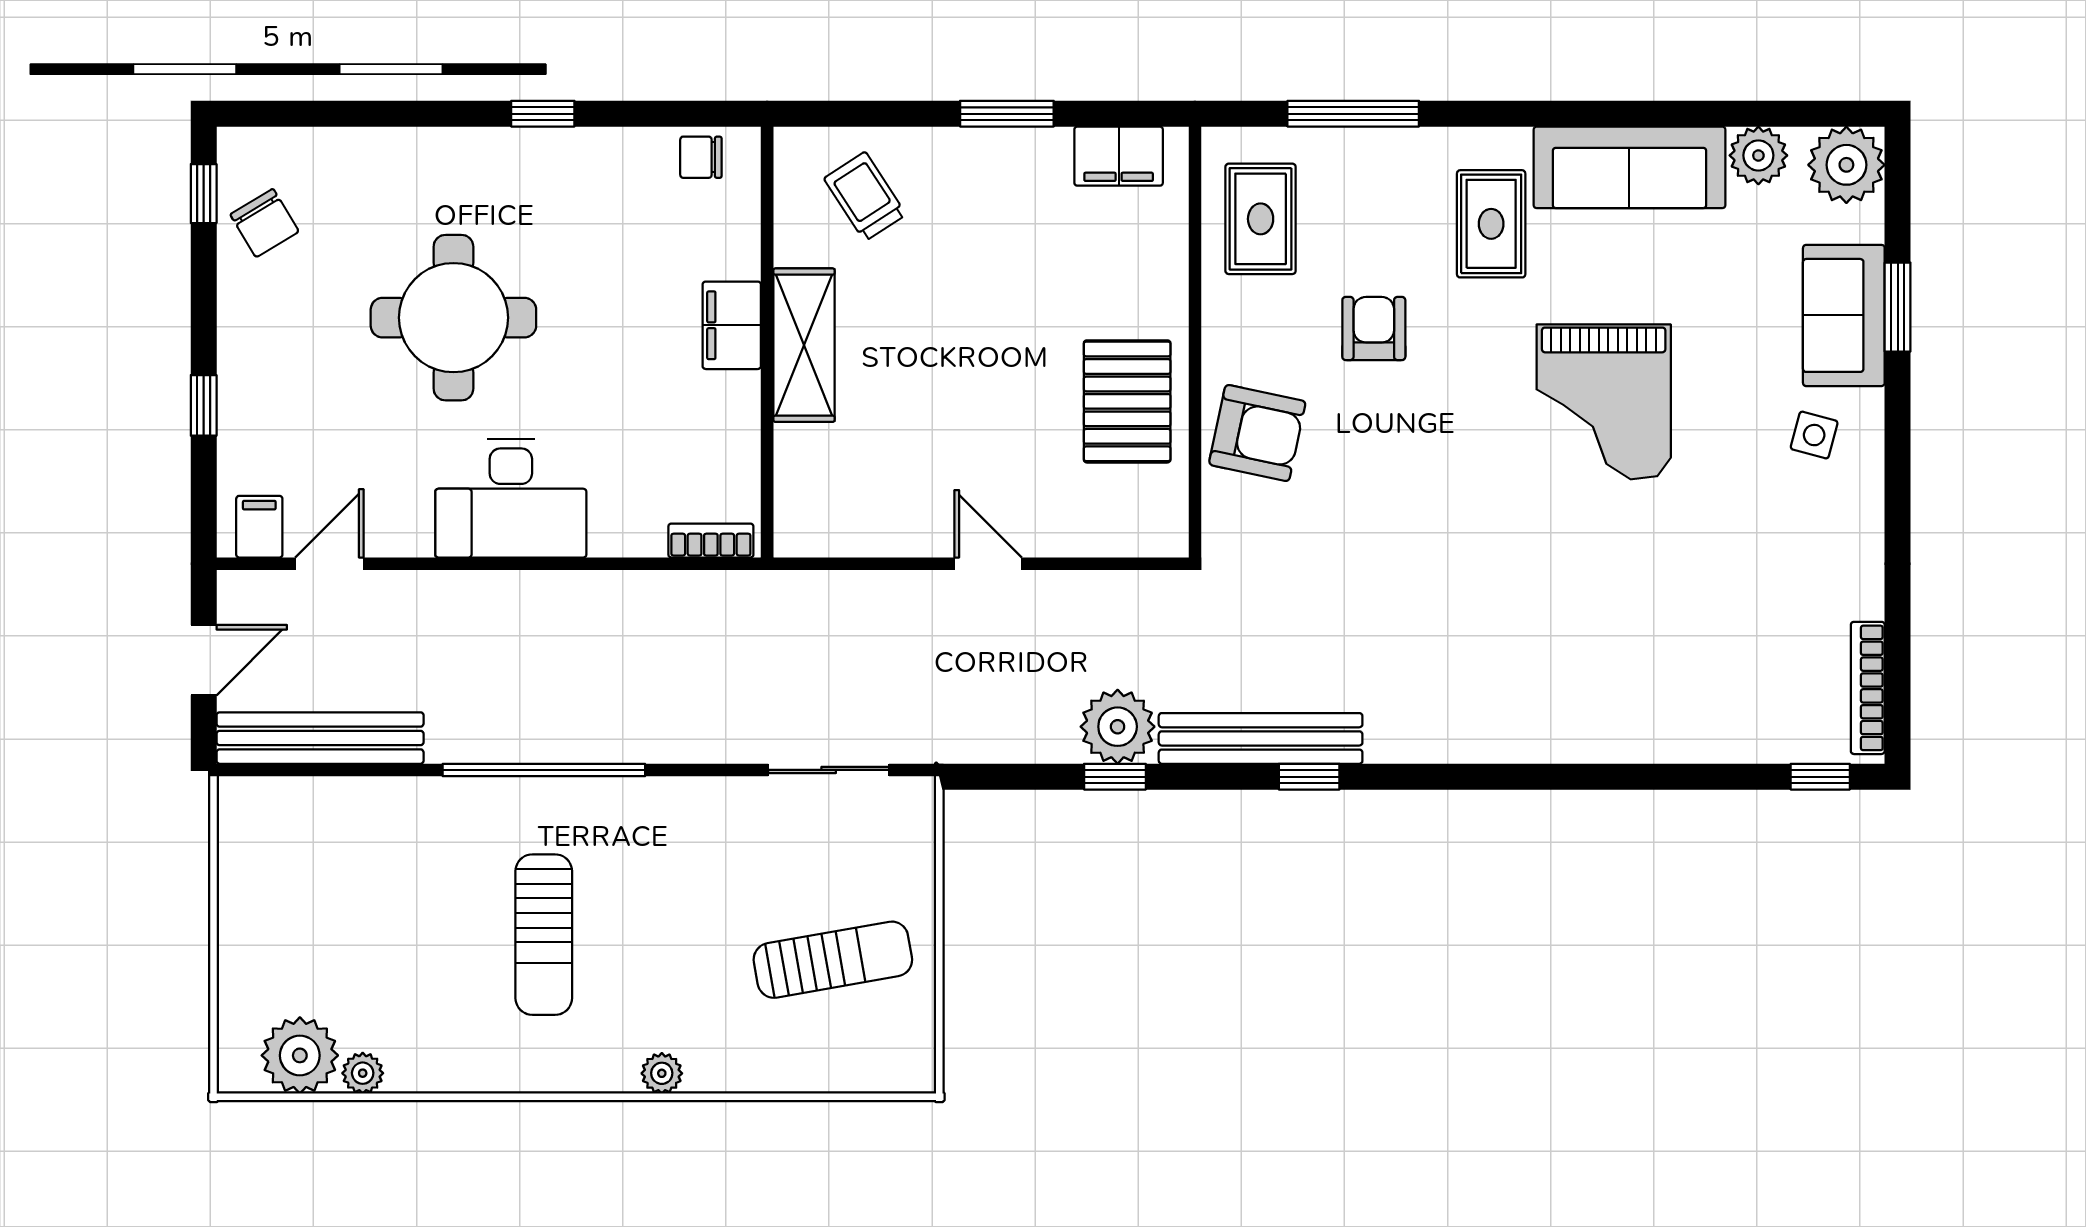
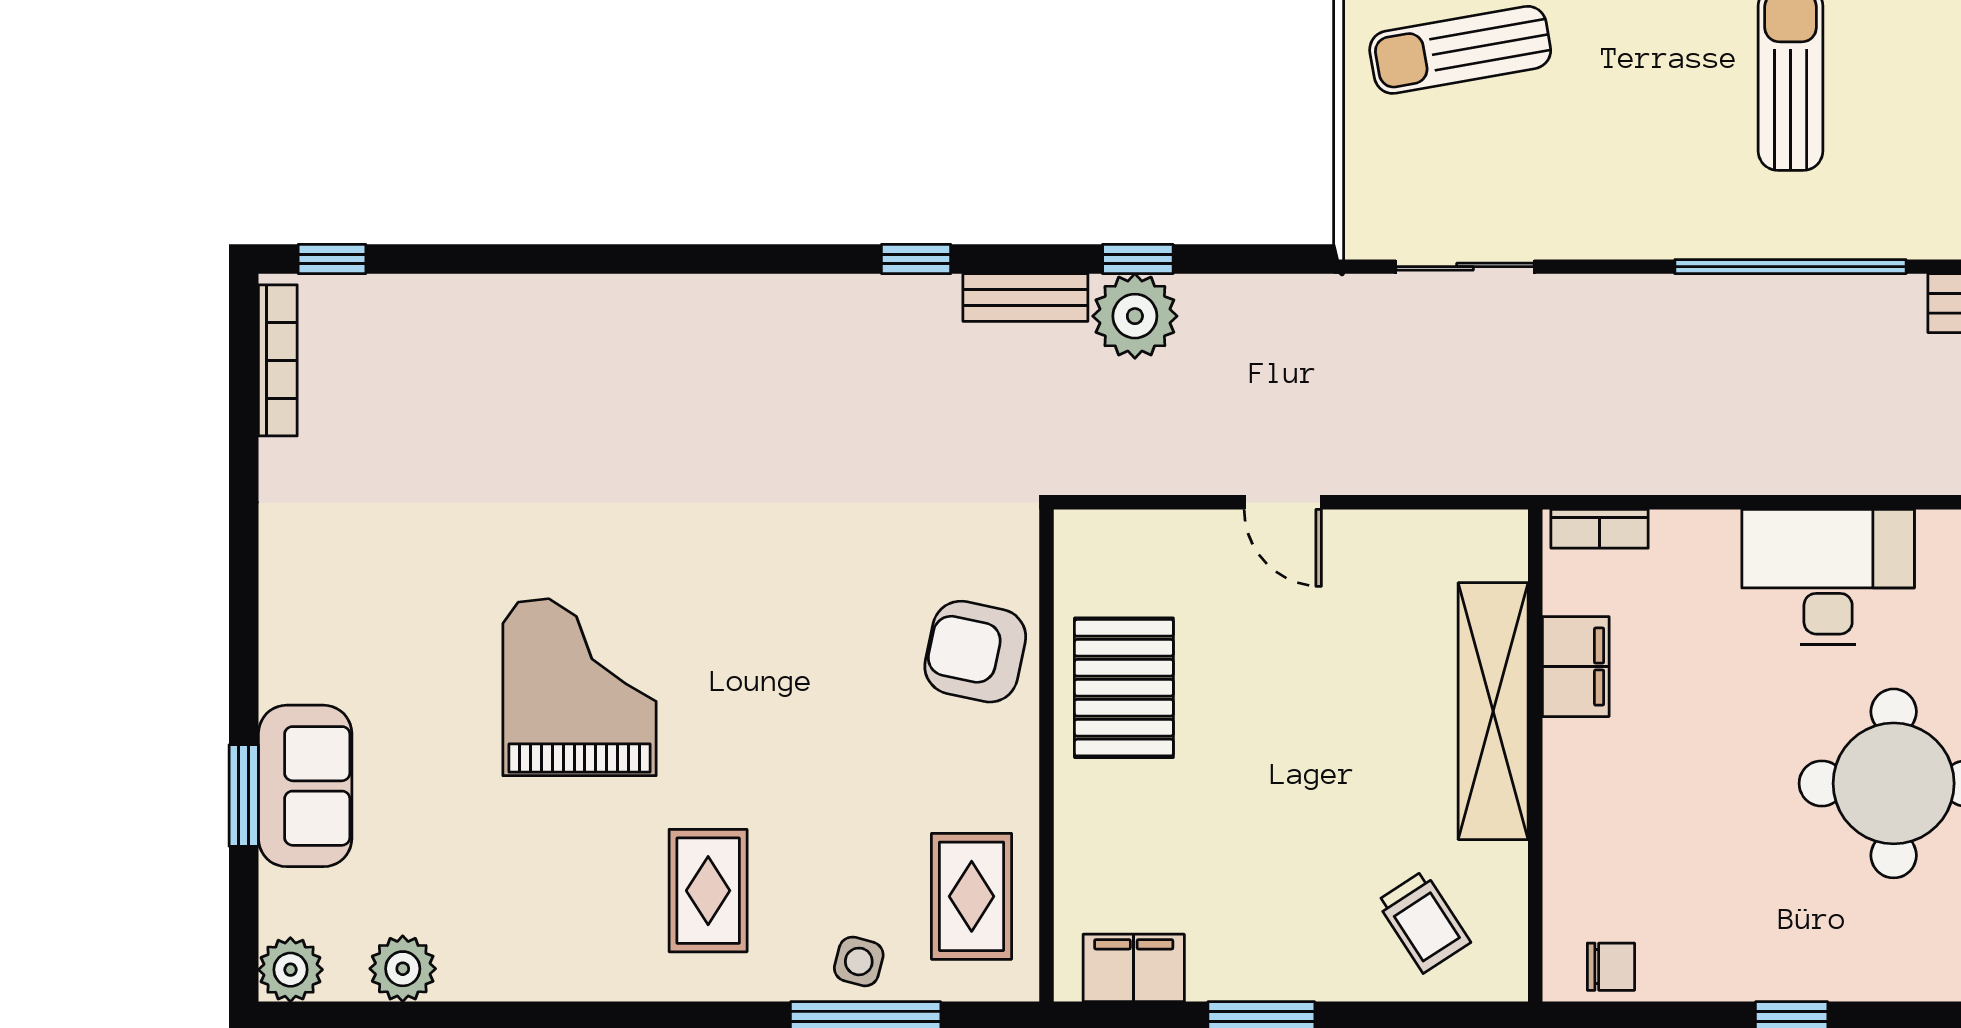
plant: (1846, 165) -> (290, 970), width x0.73, depth x0.73
sofa: (1629, 167) -> (550, 955), removed
filing cabinet: (732, 325) -> (1576, 667), moved
armchair: (1374, 329) -> (842, 771), removed
shelving: (804, 345) -> (1493, 711), width x1.47
side table: (1814, 435) -> (859, 961), moved
bench: (1261, 738) -> (1025, 298), width x0.54, depth x0.82

